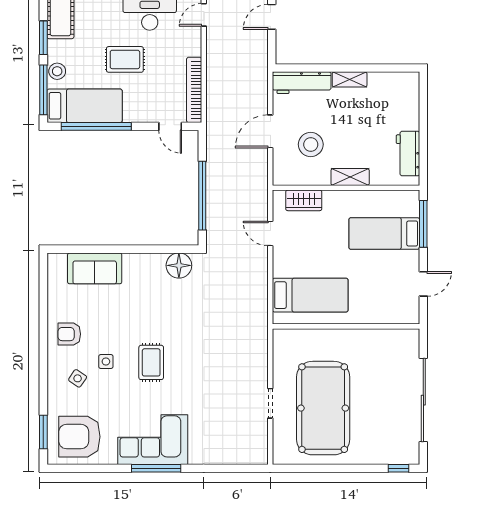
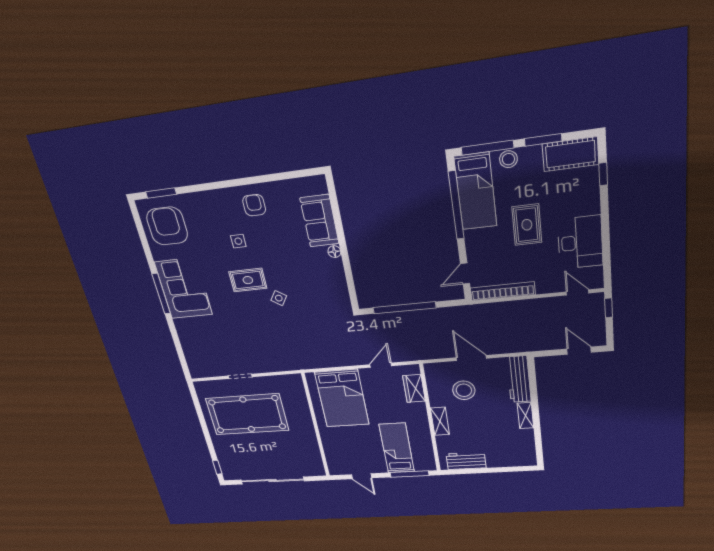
floor lamp: (179, 265) -> (334, 252), moved, width x0.53, depth x0.53
bed: (310, 295) -> (342, 398), width x1.50
side table: (78, 378) -> (279, 298), moved

